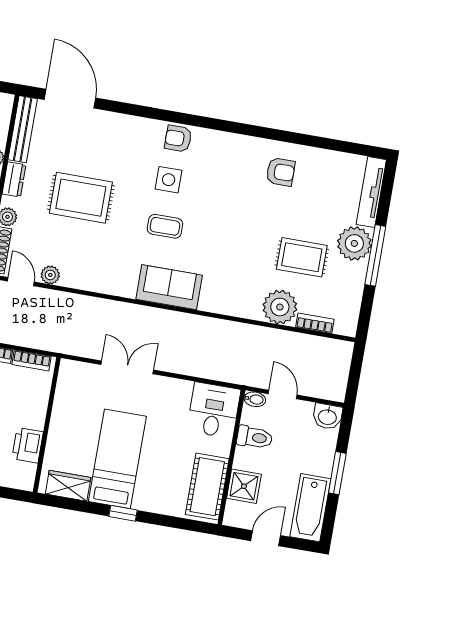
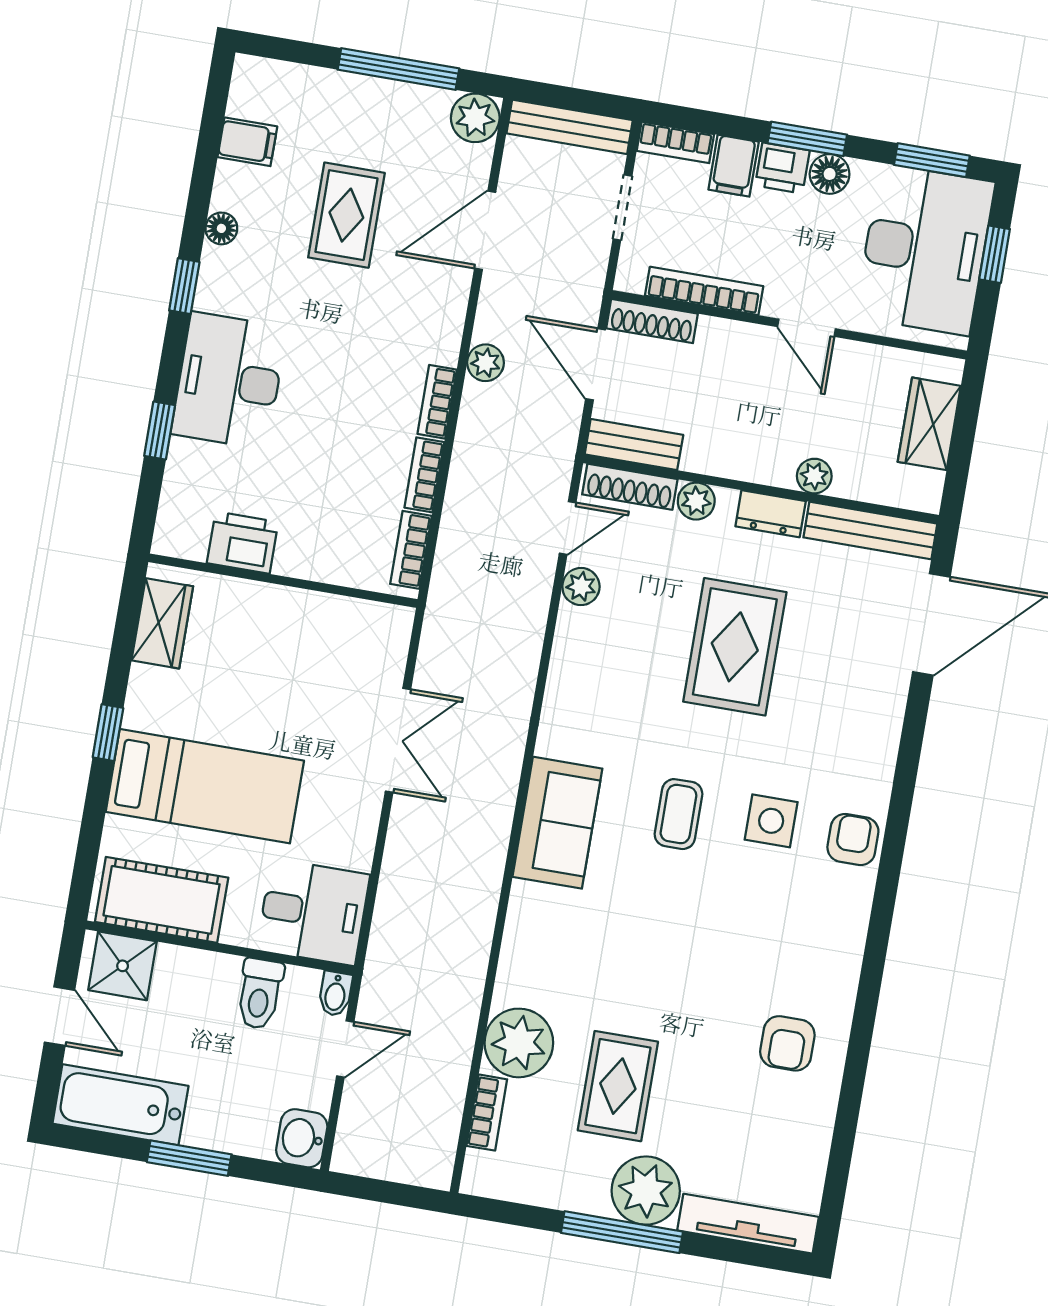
bed: (117, 459) -> (205, 786), moved
shower: (244, 486) -> (123, 966), moved

